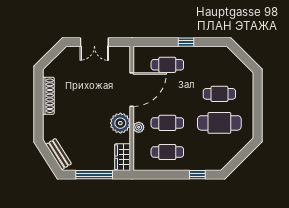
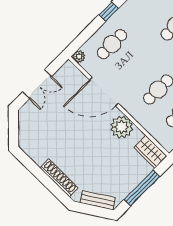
door: (132, 90) -> (104, 92), swing flipped
shoe rack: (48, 96) -> (59, 178), moved
plant: (139, 127) -> (79, 57), moved

